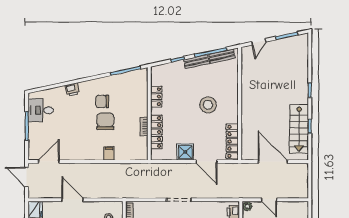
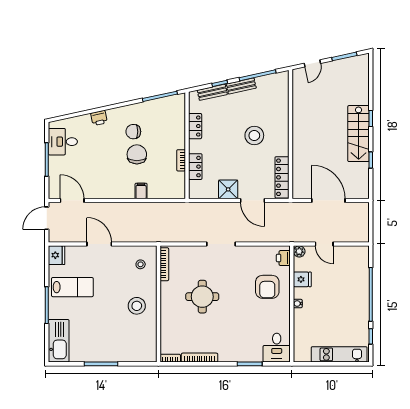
bench: (222, 56) -> (212, 92), moved
stairs: (299, 129) -> (359, 134), moved
locker: (156, 132) -> (195, 167), width x0.66
door: (49, 162) -> (72, 200), hinge flipped
door: (27, 177) -> (47, 218), hinge flipped

